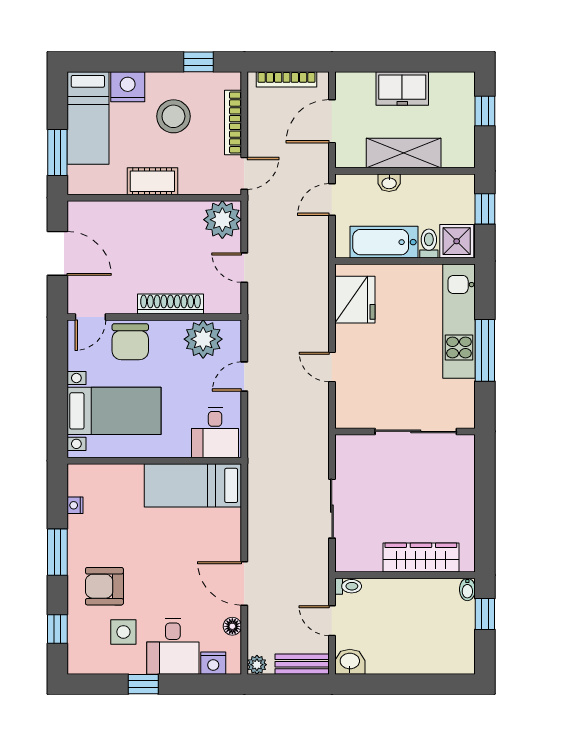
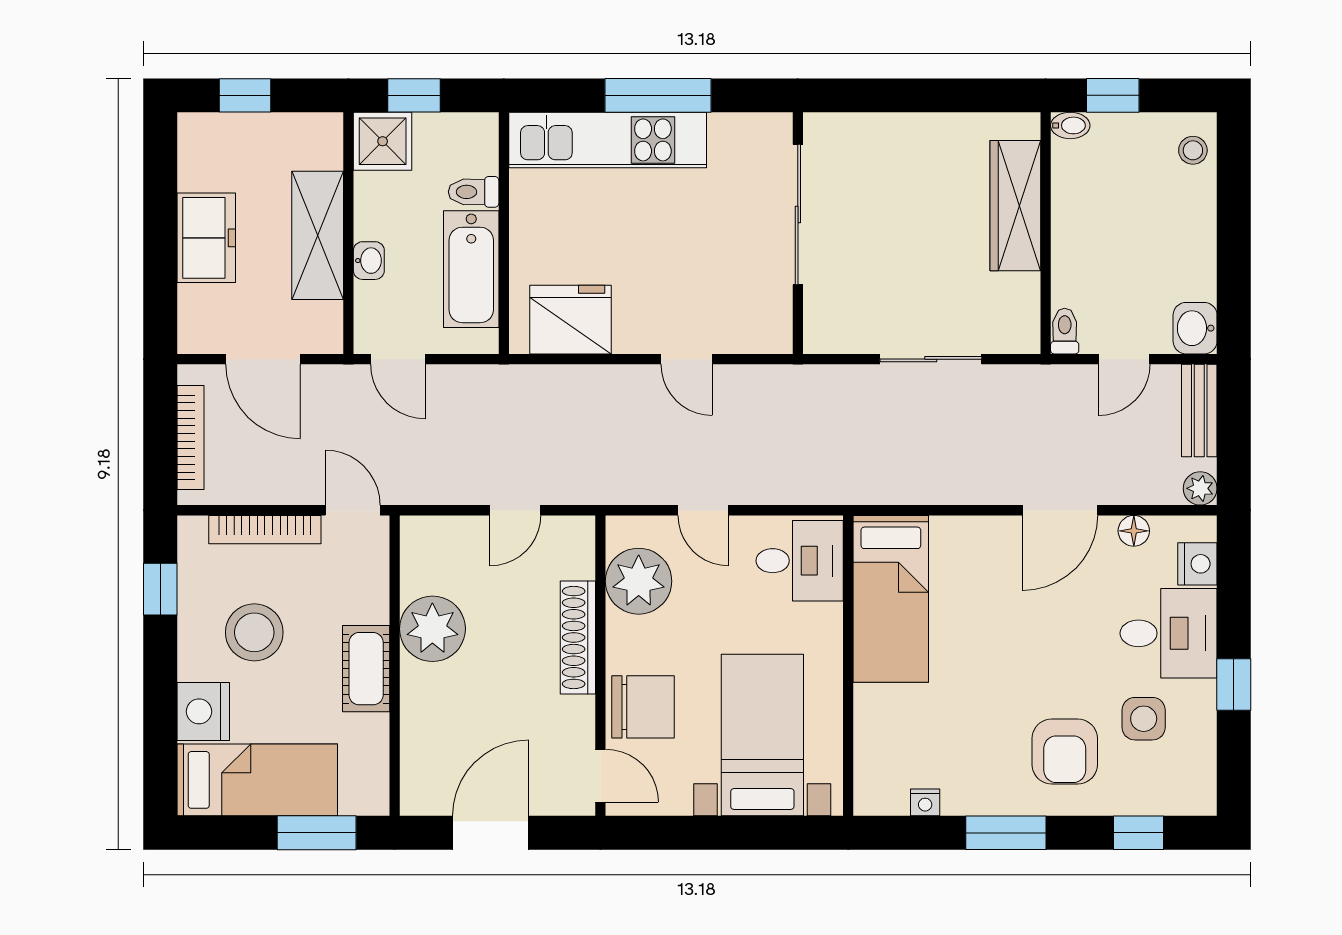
plant: (222, 220) -> (432, 629), moved
shower: (457, 241) -> (383, 141), moved
door: (332, 367) -> (687, 359), hinge flipped
stool: (453, 661) -> (1193, 150), added

